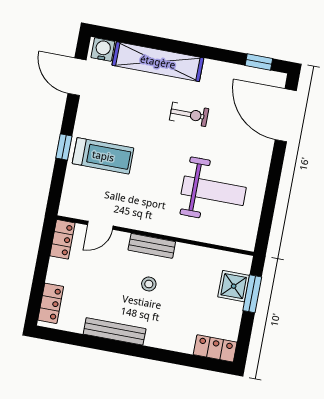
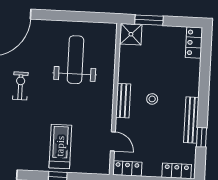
shower: (234, 286) -> (131, 34), moved
window: (90, 342) -> (202, 137), added

